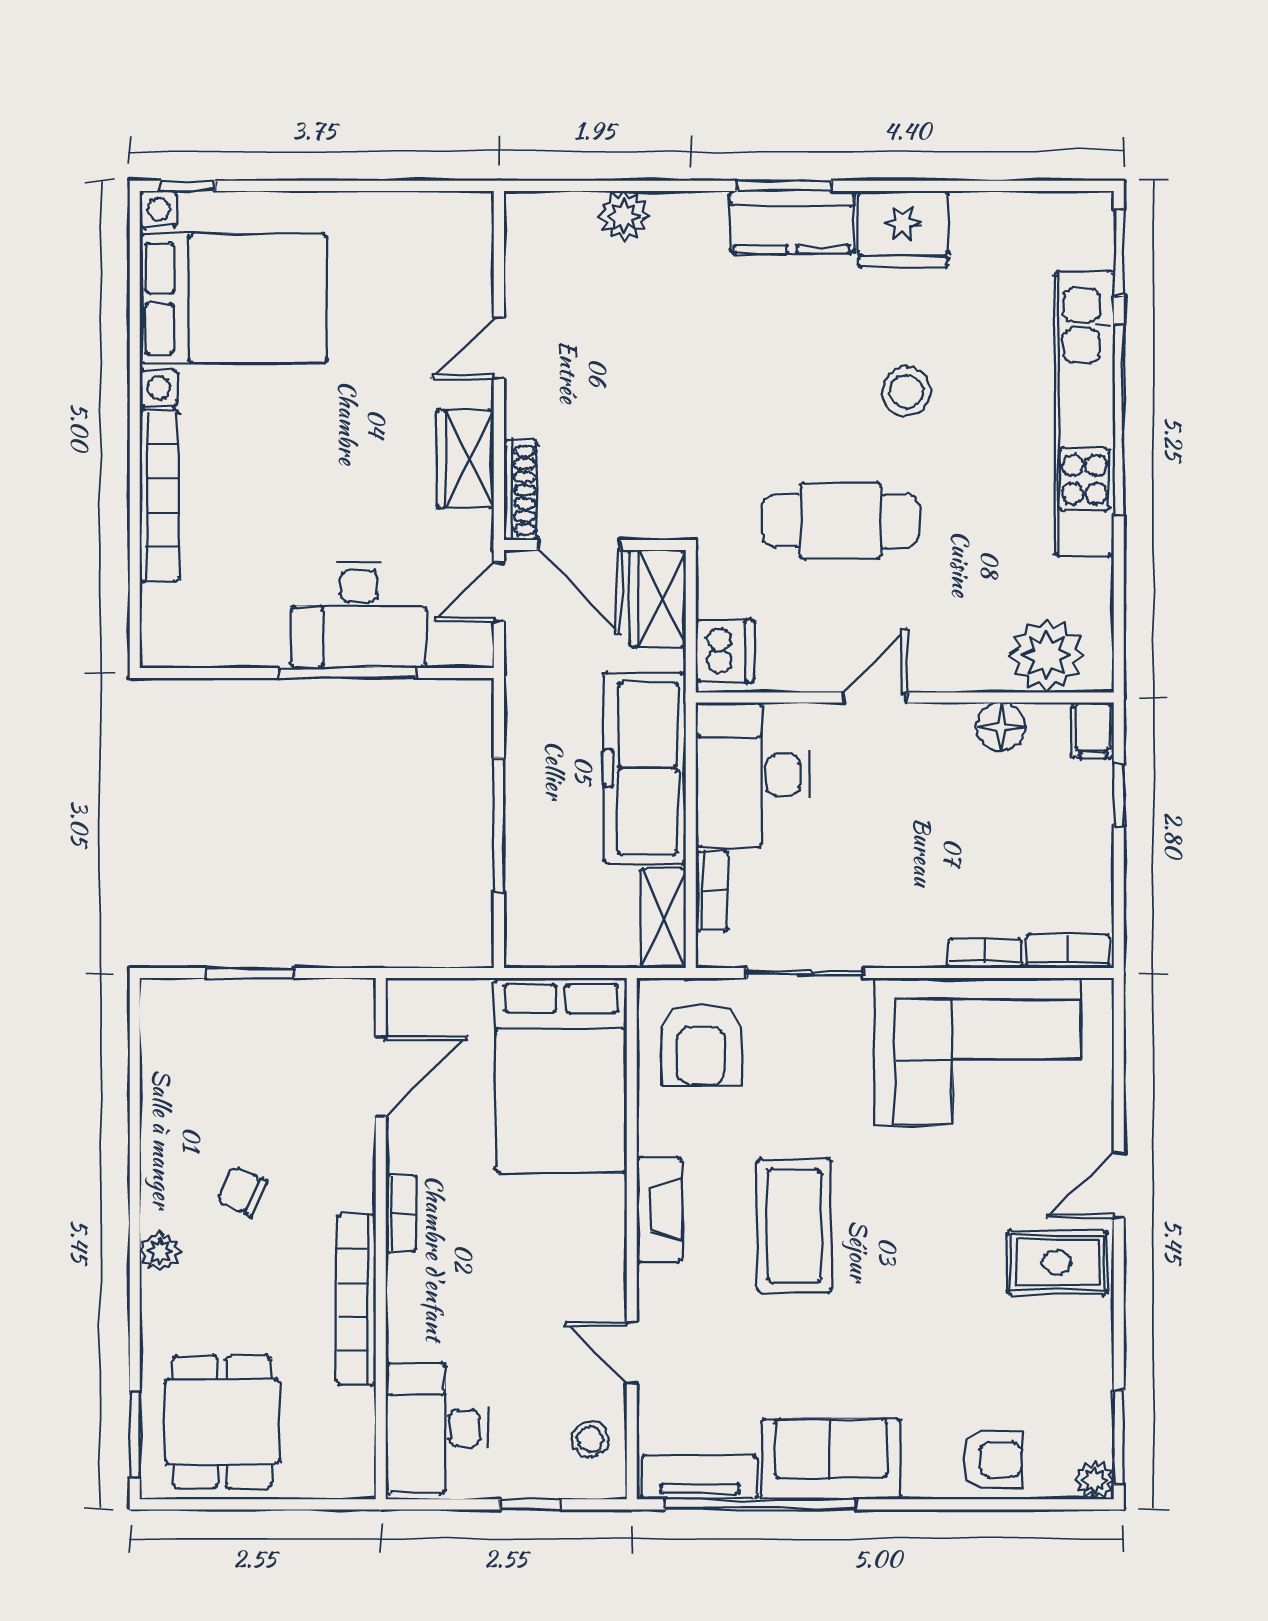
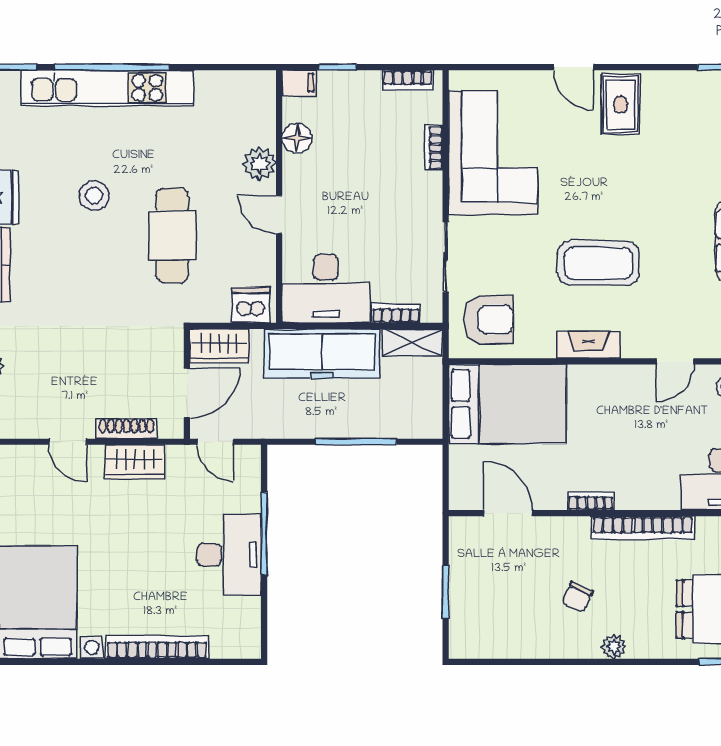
shoe rack: (521, 490) -> (127, 429), moved
desk: (359, 615) -> (229, 555), moved
plant: (1047, 655) -> (259, 164), moved, width x0.73, depth x0.73
bookcase: (1068, 951) -> (408, 80), moved, turned -90

